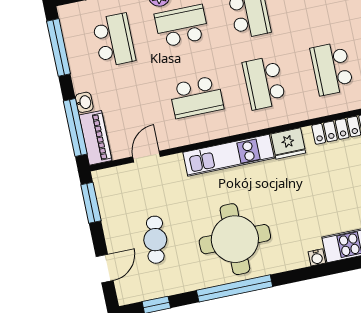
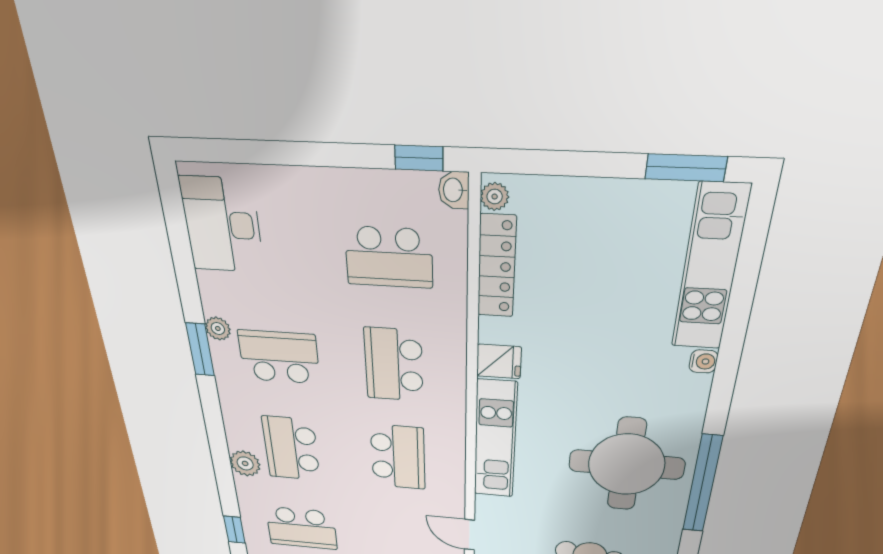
school desk: (114, 40) -> (302, 528), turned 180
school desk: (264, 83) -> (394, 365), turned 90
fridge: (288, 143) -> (499, 362), width x0.72

